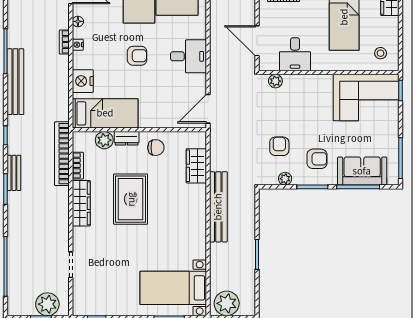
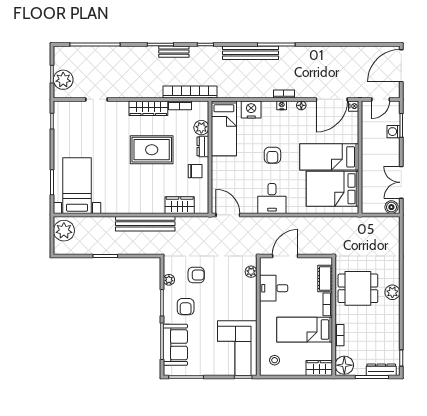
chair: (156, 148) -> (195, 171), turned -90

